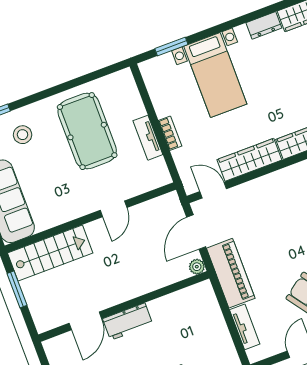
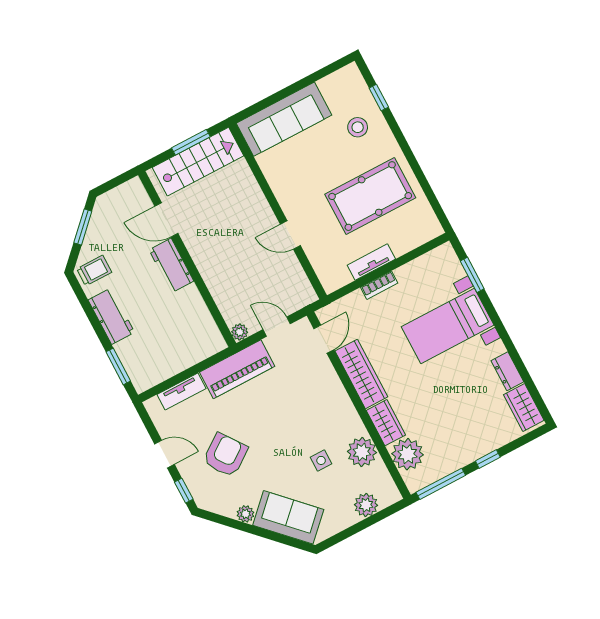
door: (196, 232) -> (277, 327), width x0.73
stairs: (50, 253) -> (198, 162), moved, turned -90

